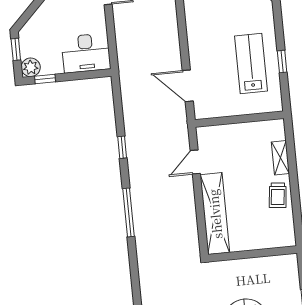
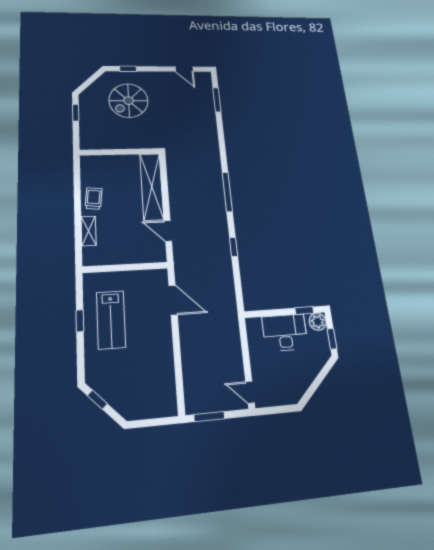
desk: (86, 53) -> (285, 333), moved
door: (195, 162) -> (168, 231), swing flipped

